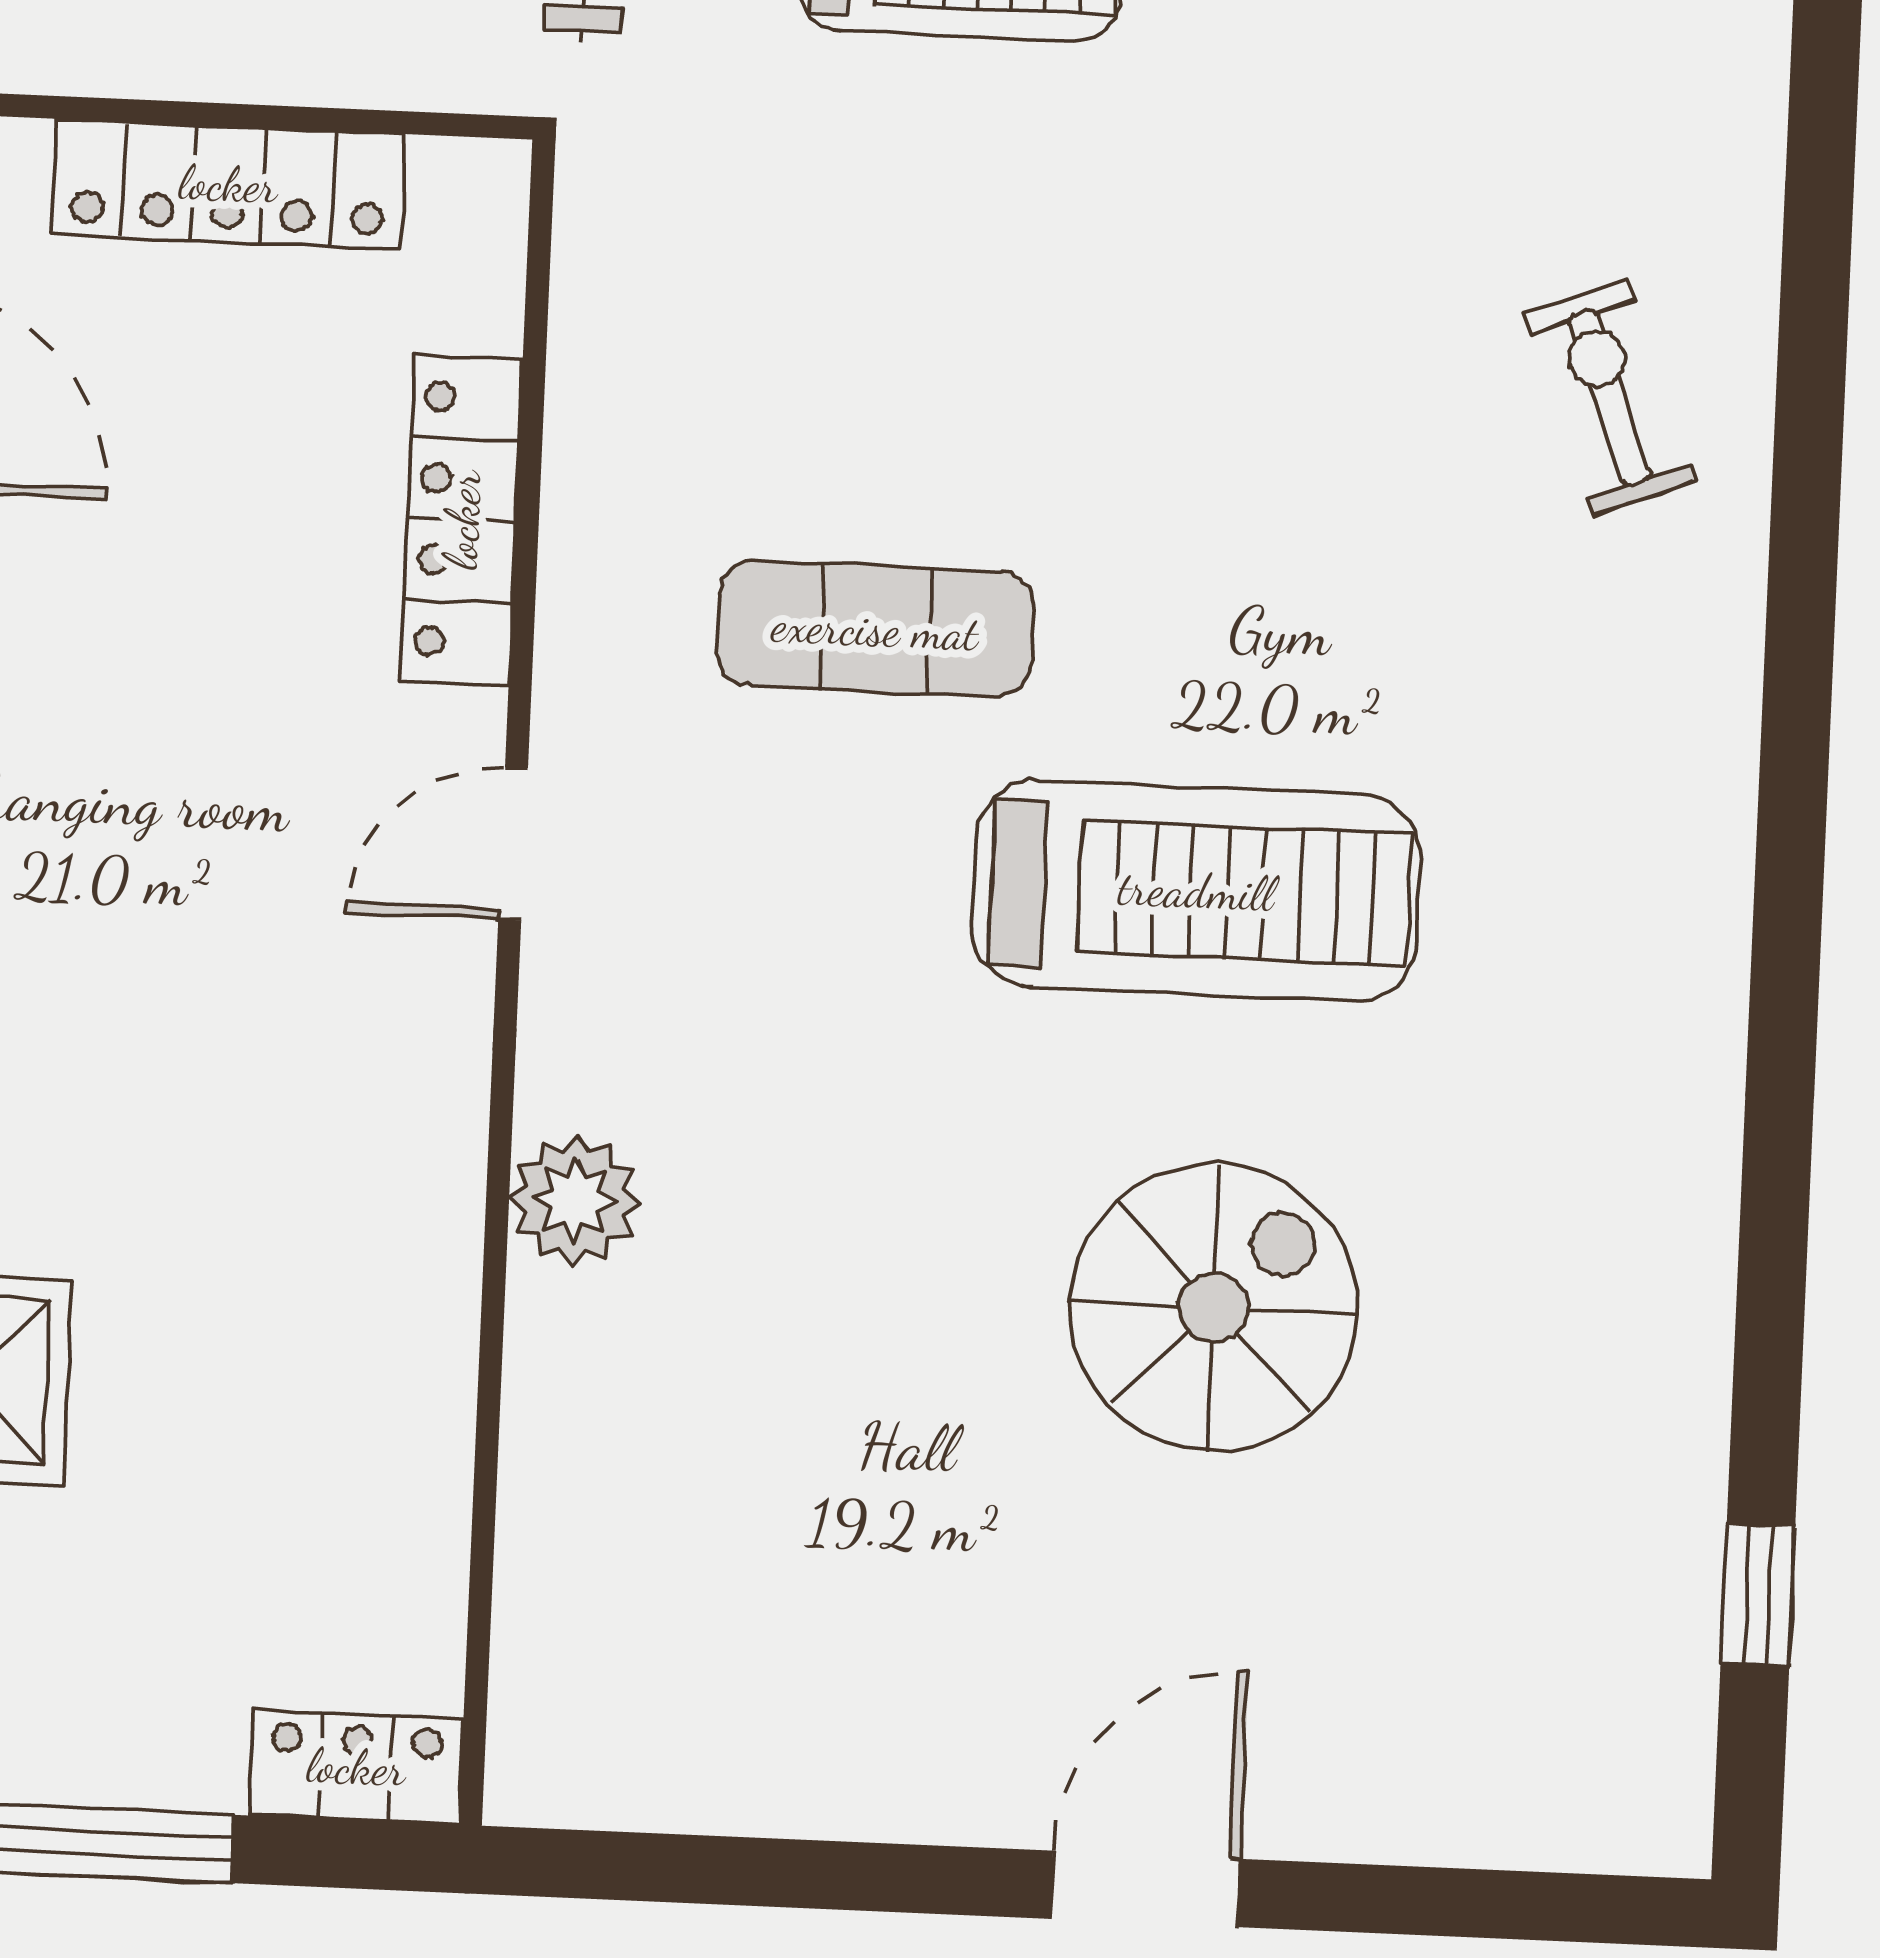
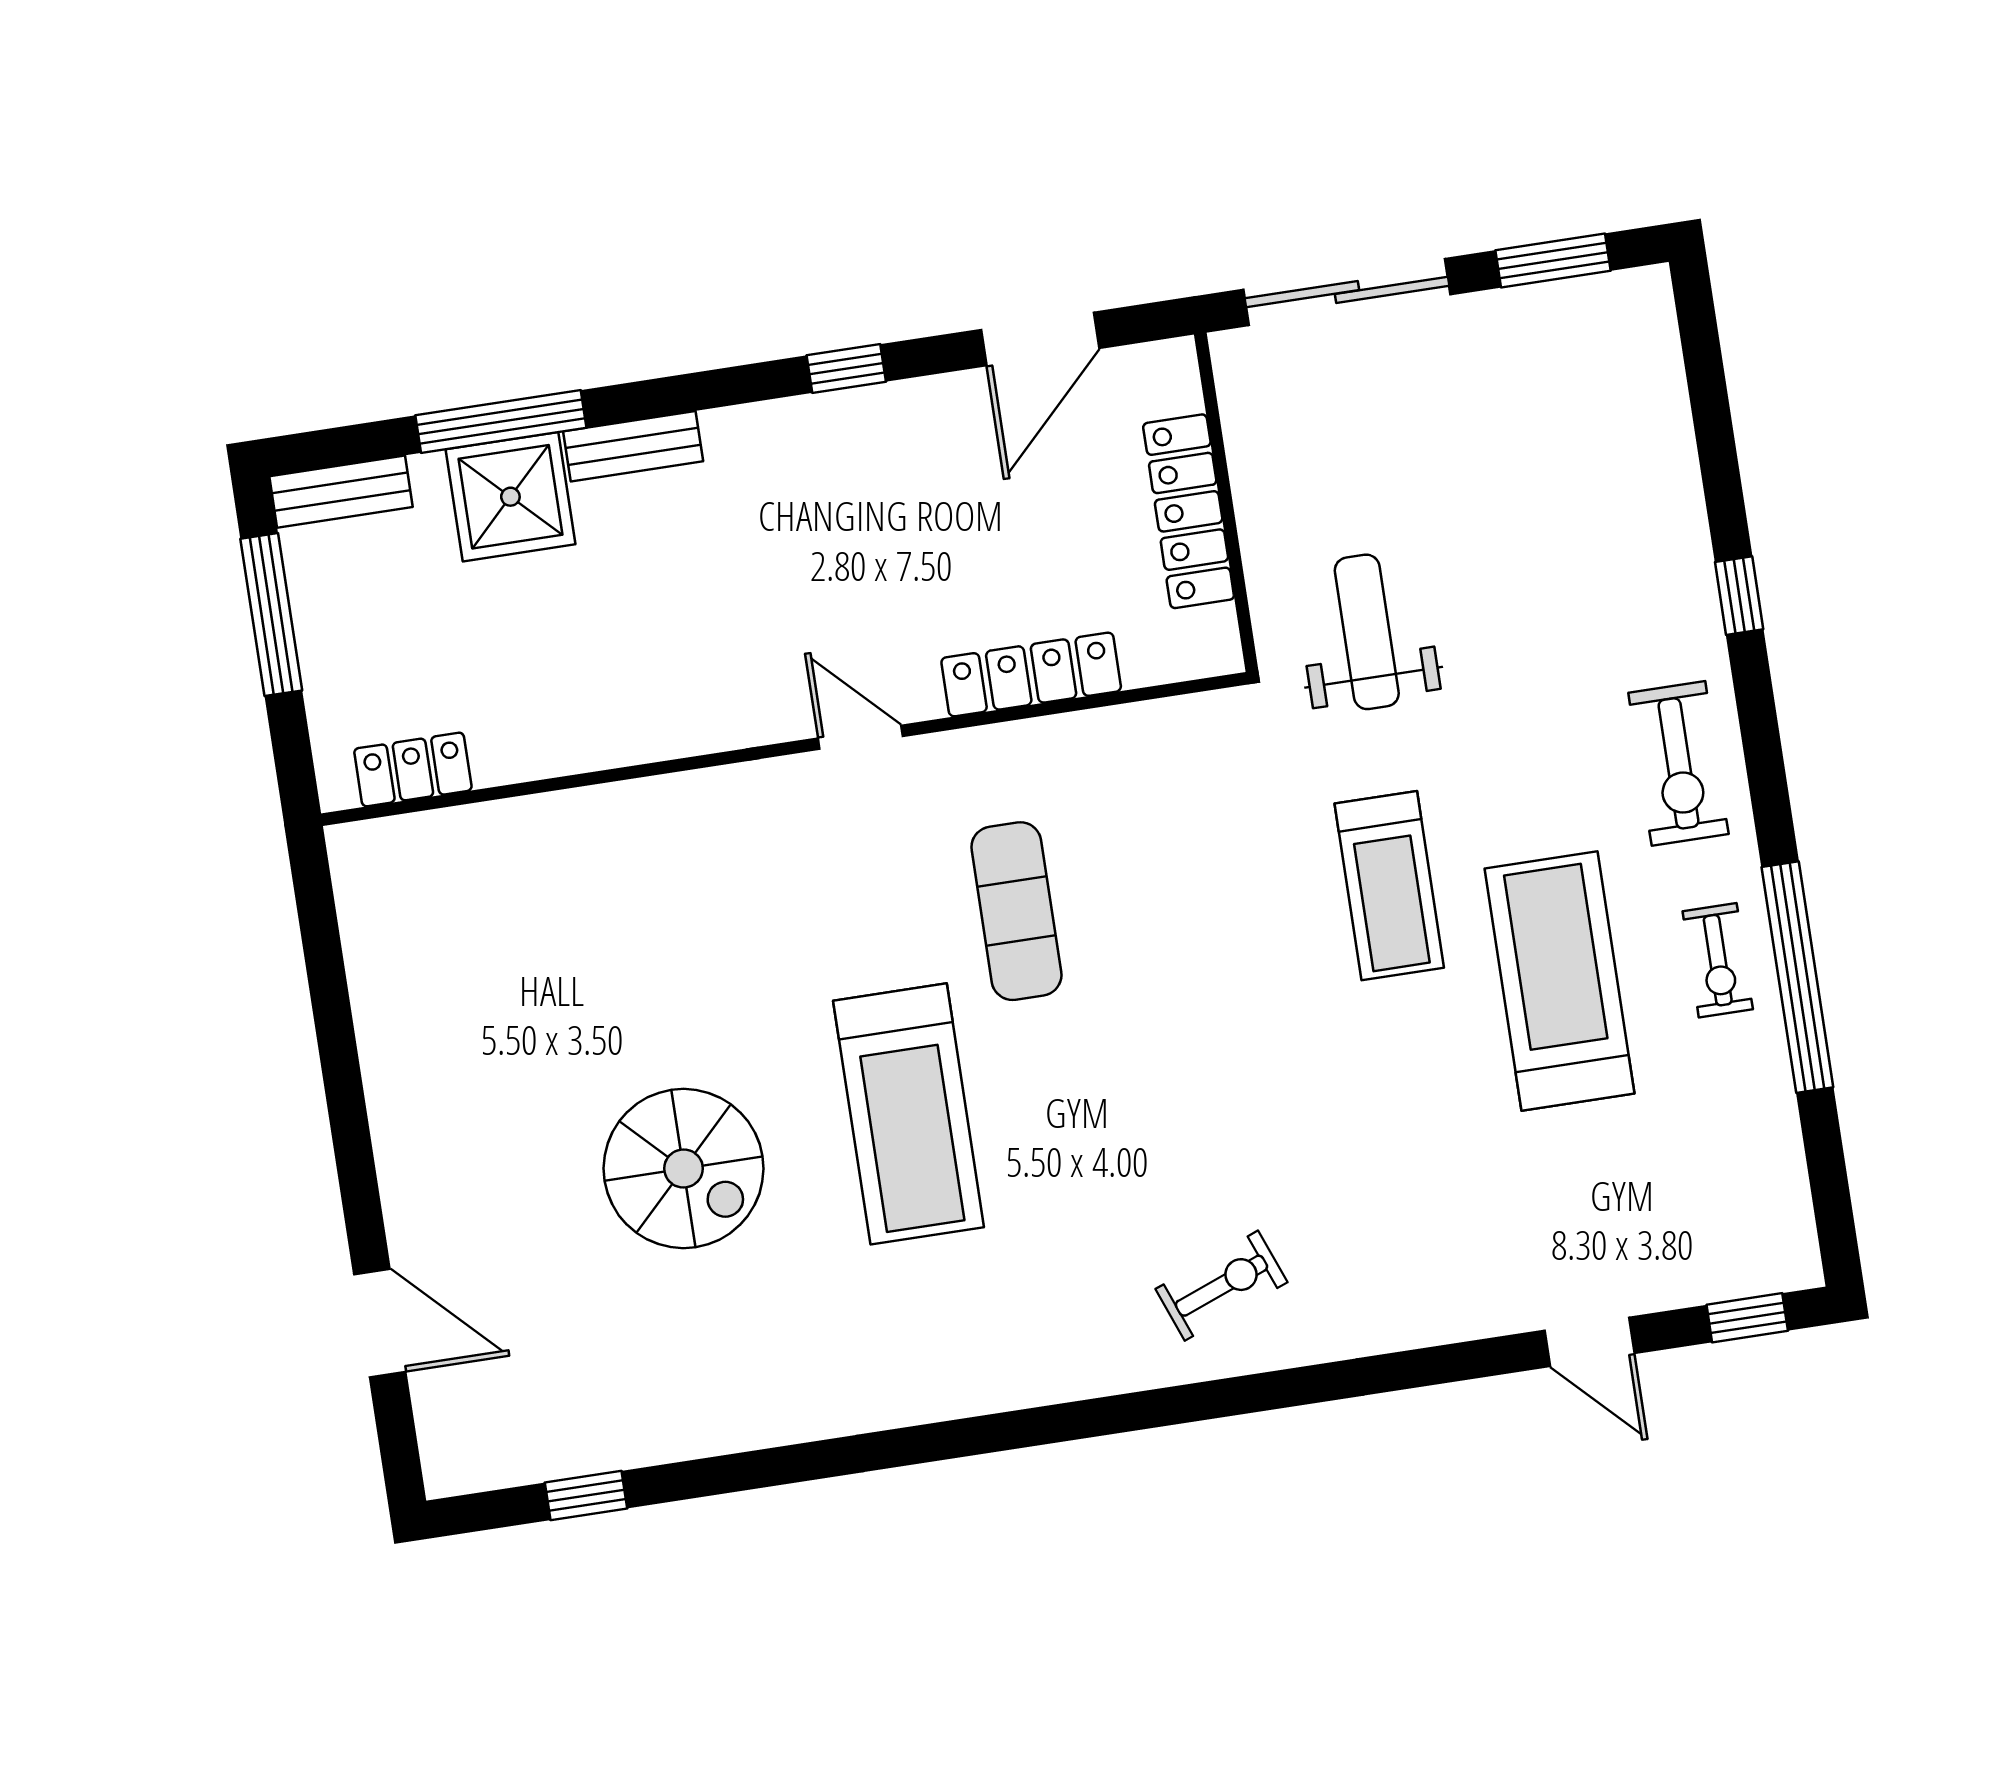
plant: (575, 1200) -> (673, 809), removed
locker: (356, 1767) -> (413, 770), moved, turned -90
door: (1145, 1889) -> (380, 1323), moved

